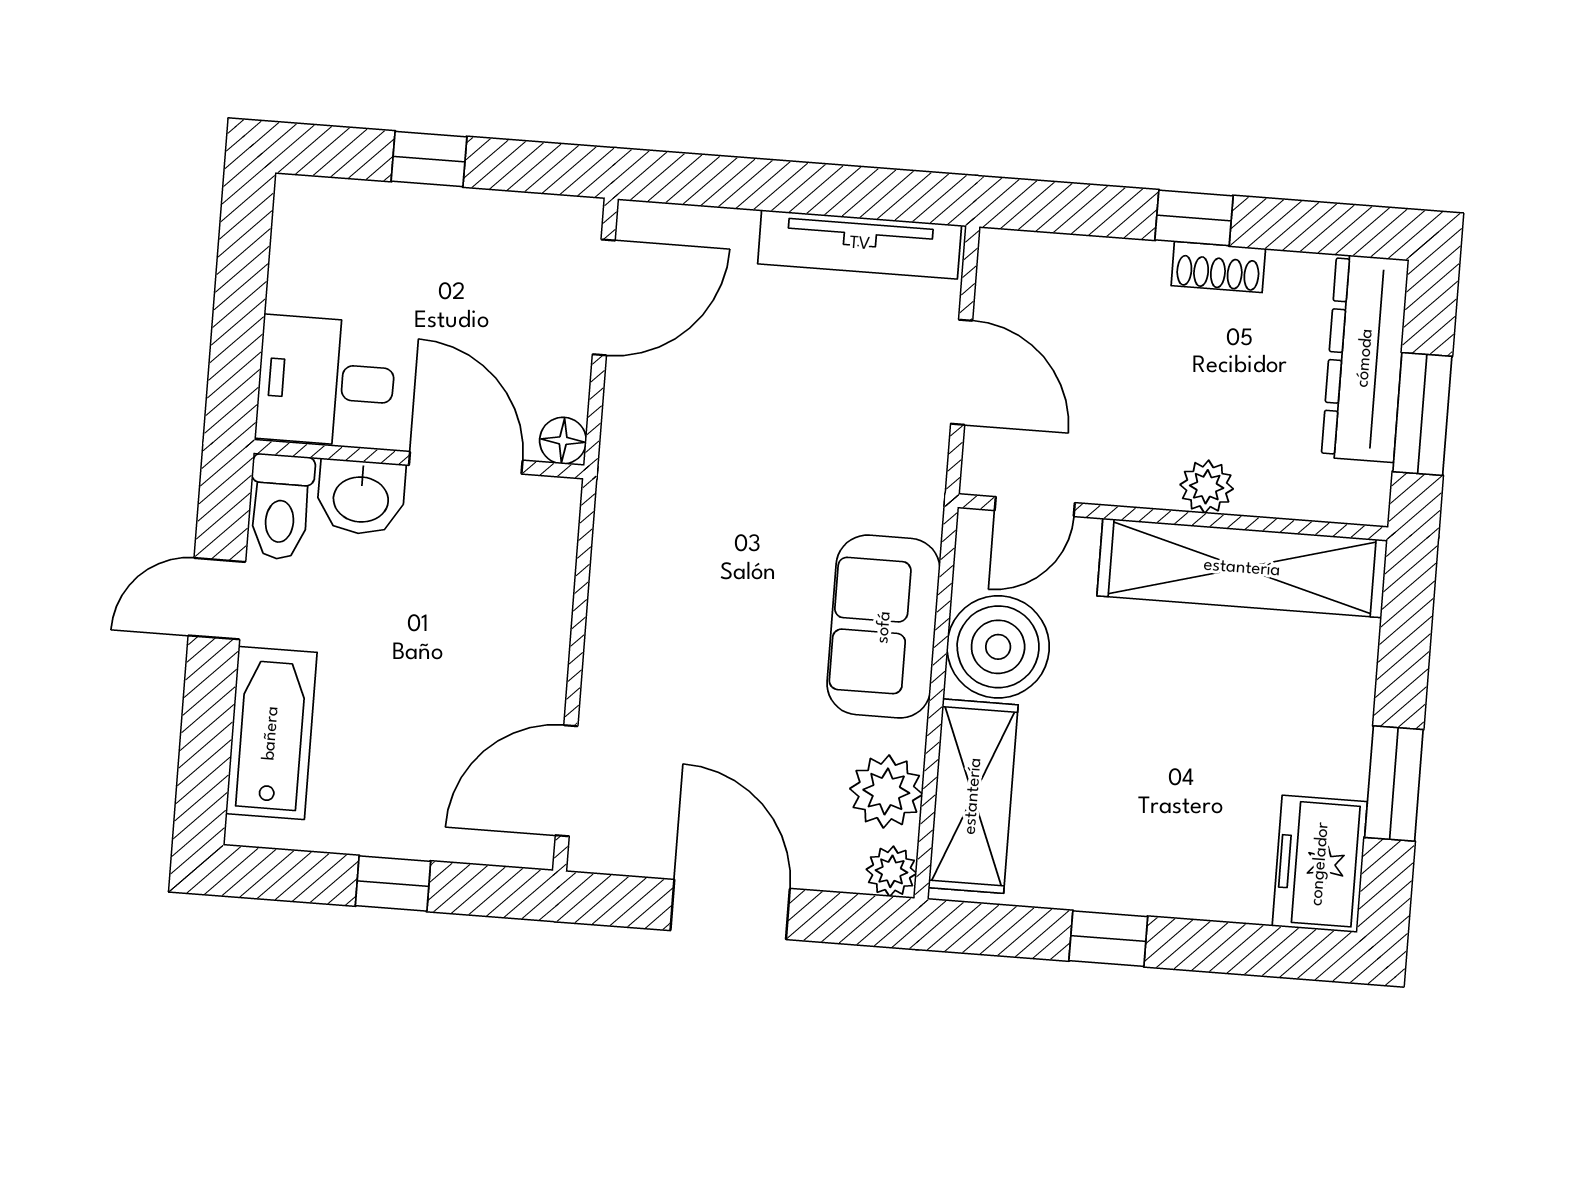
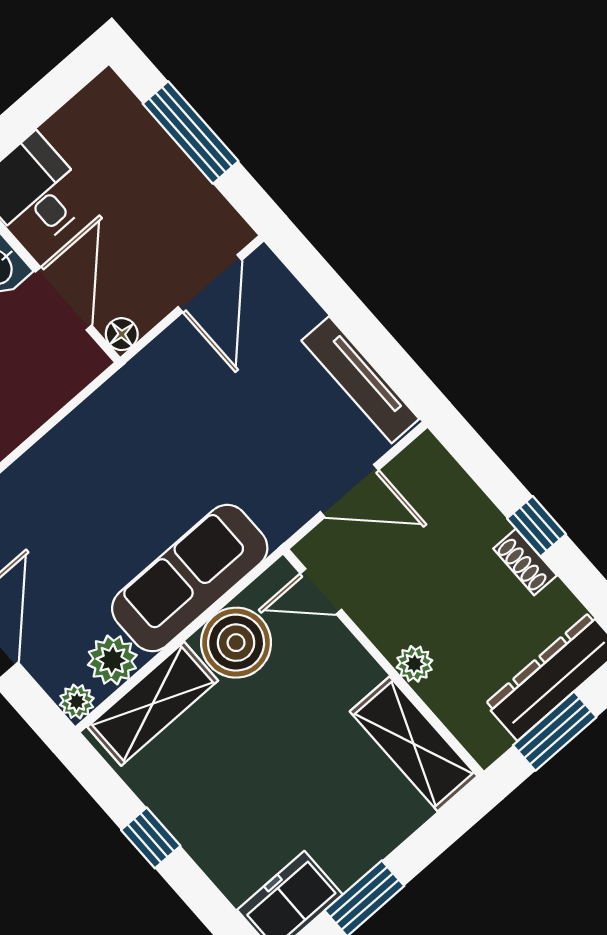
window: (429, 159) -> (191, 132), width x2.17
door: (604, 297) -> (210, 283), hinge flipped
door: (962, 372) -> (349, 491), hinge flipped
shelving: (1242, 568) -> (414, 744), width x0.68
sofa: (884, 627) -> (190, 578), width x1.36

